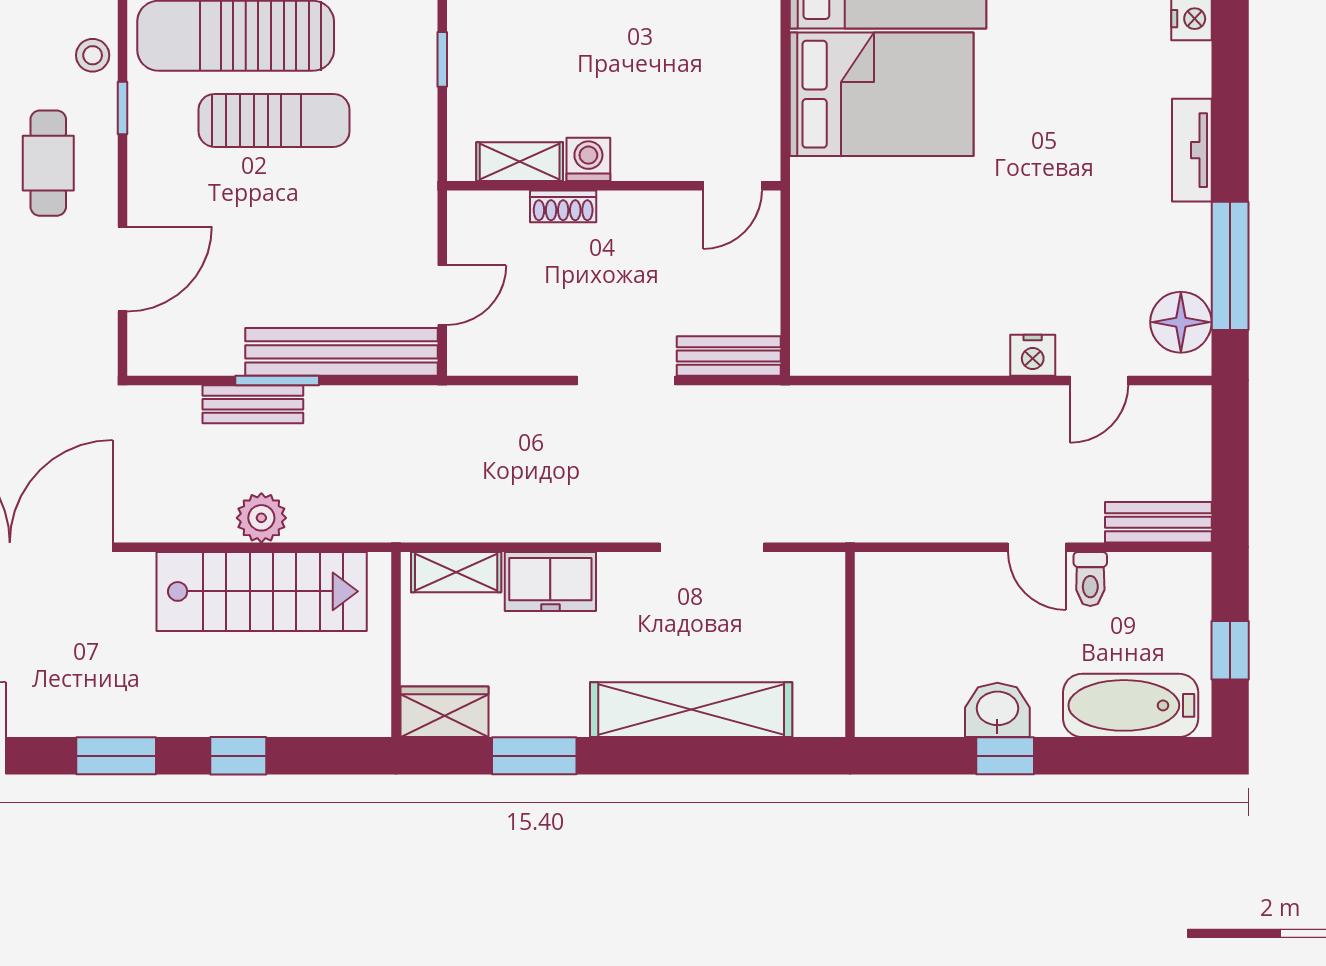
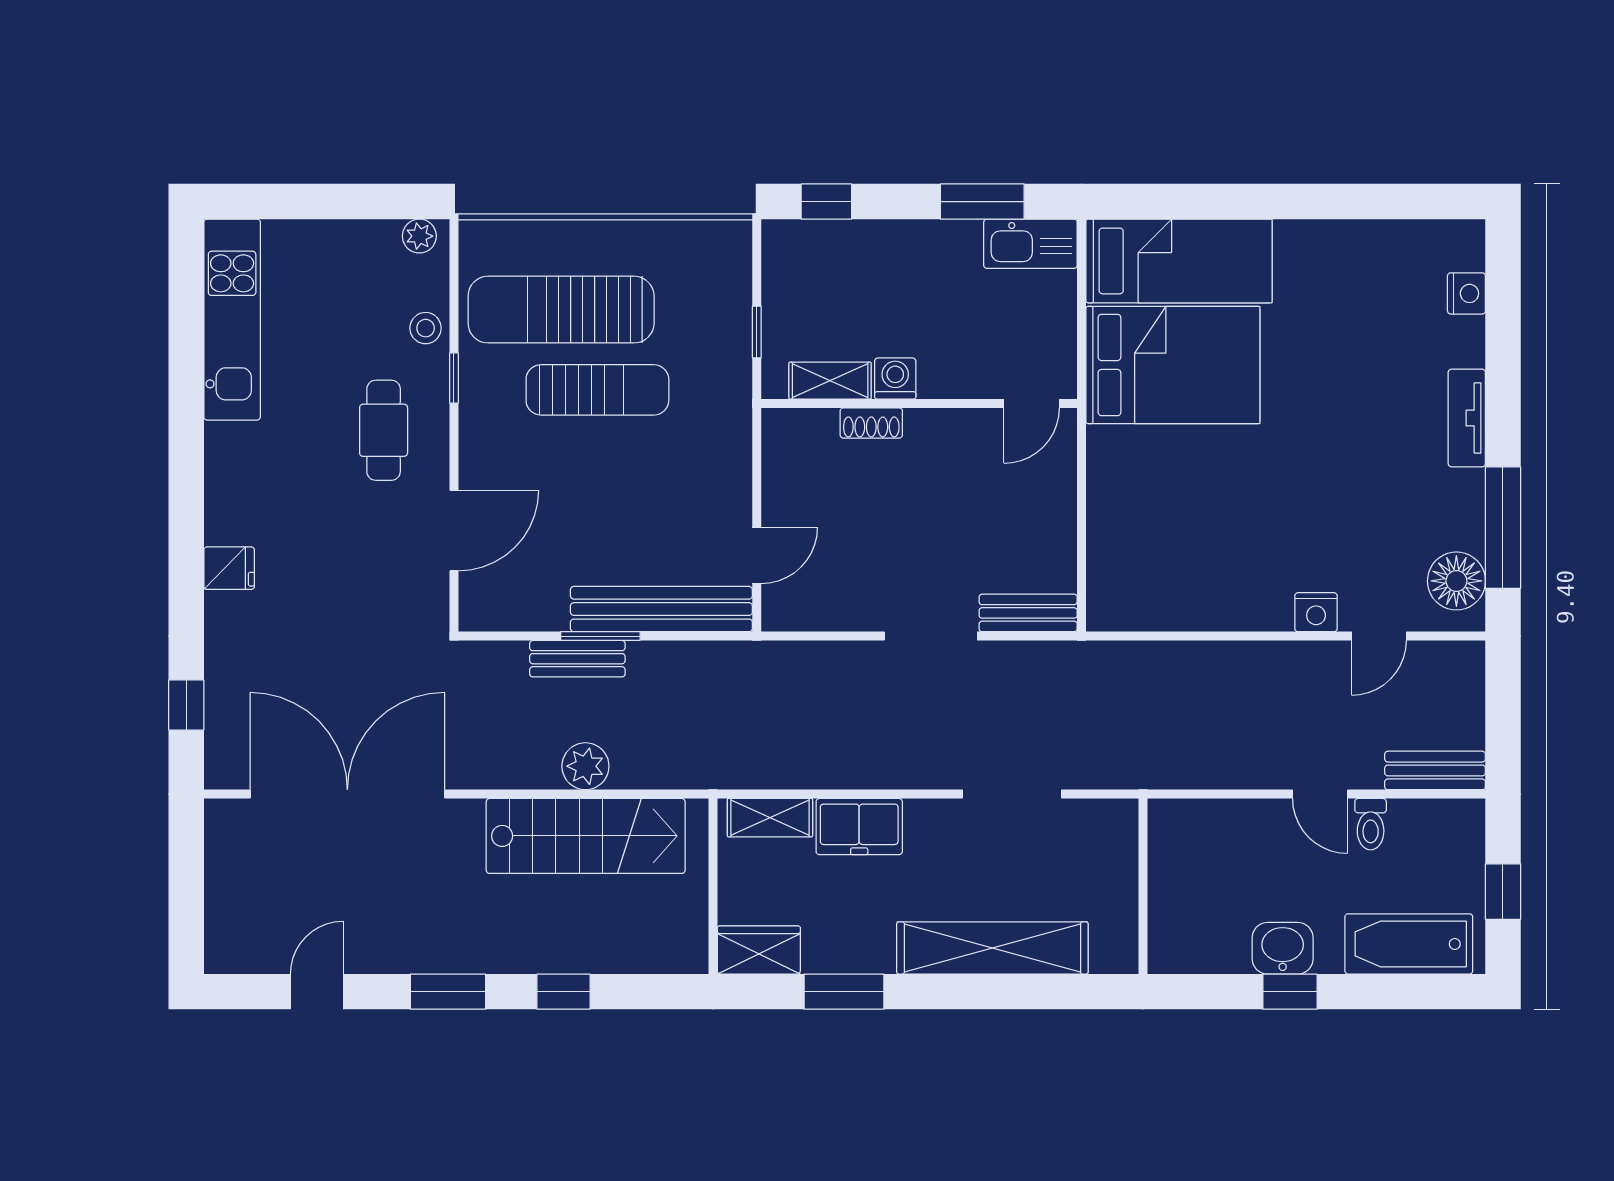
washing machine: (588, 159) -> (895, 378), moved
shelving: (520, 162) -> (830, 381), moved
wall: (614, 186) -> (919, 403), moved
door: (732, 186) -> (1032, 403), moved
shoe rack: (563, 206) -> (871, 423), moved

